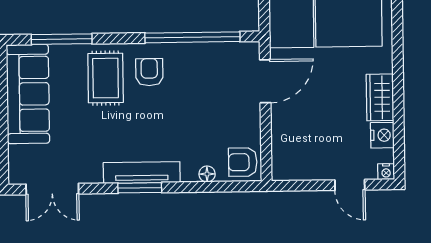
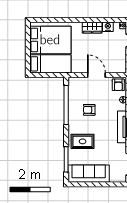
armchair: (149, 72) -> (89, 110), moved
door: (265, 81) -> (96, 75), moved

